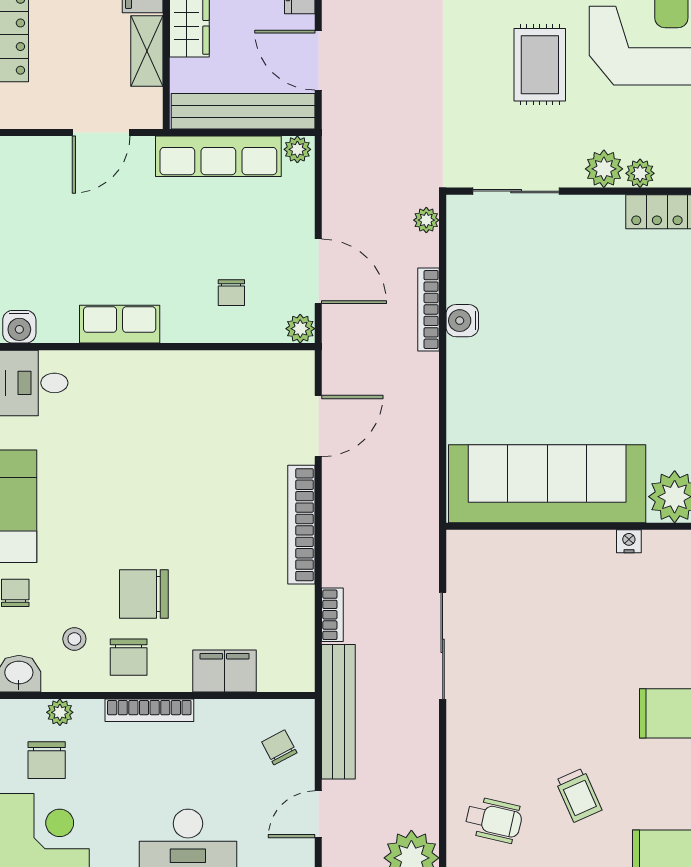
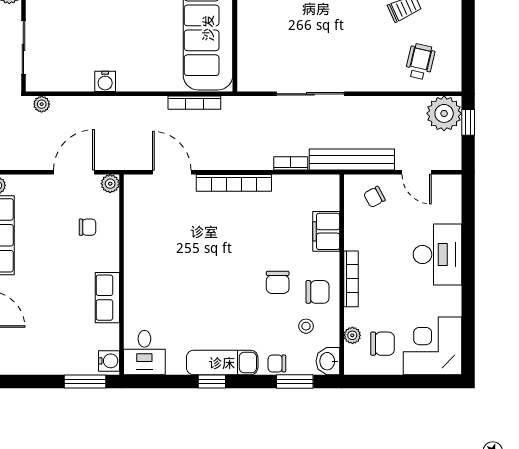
bookcase: (428, 309) -> (194, 103), moved
chair: (144, 594) -> (278, 282), width x0.73, depth x0.73

